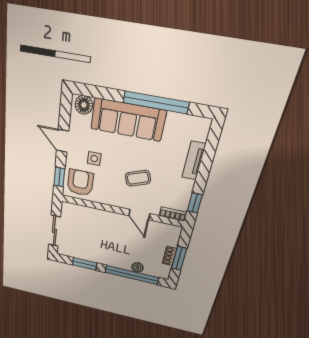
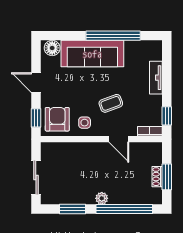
side table: (94, 159) -> (85, 123), moved
plant: (137, 267) -> (102, 198), moved

